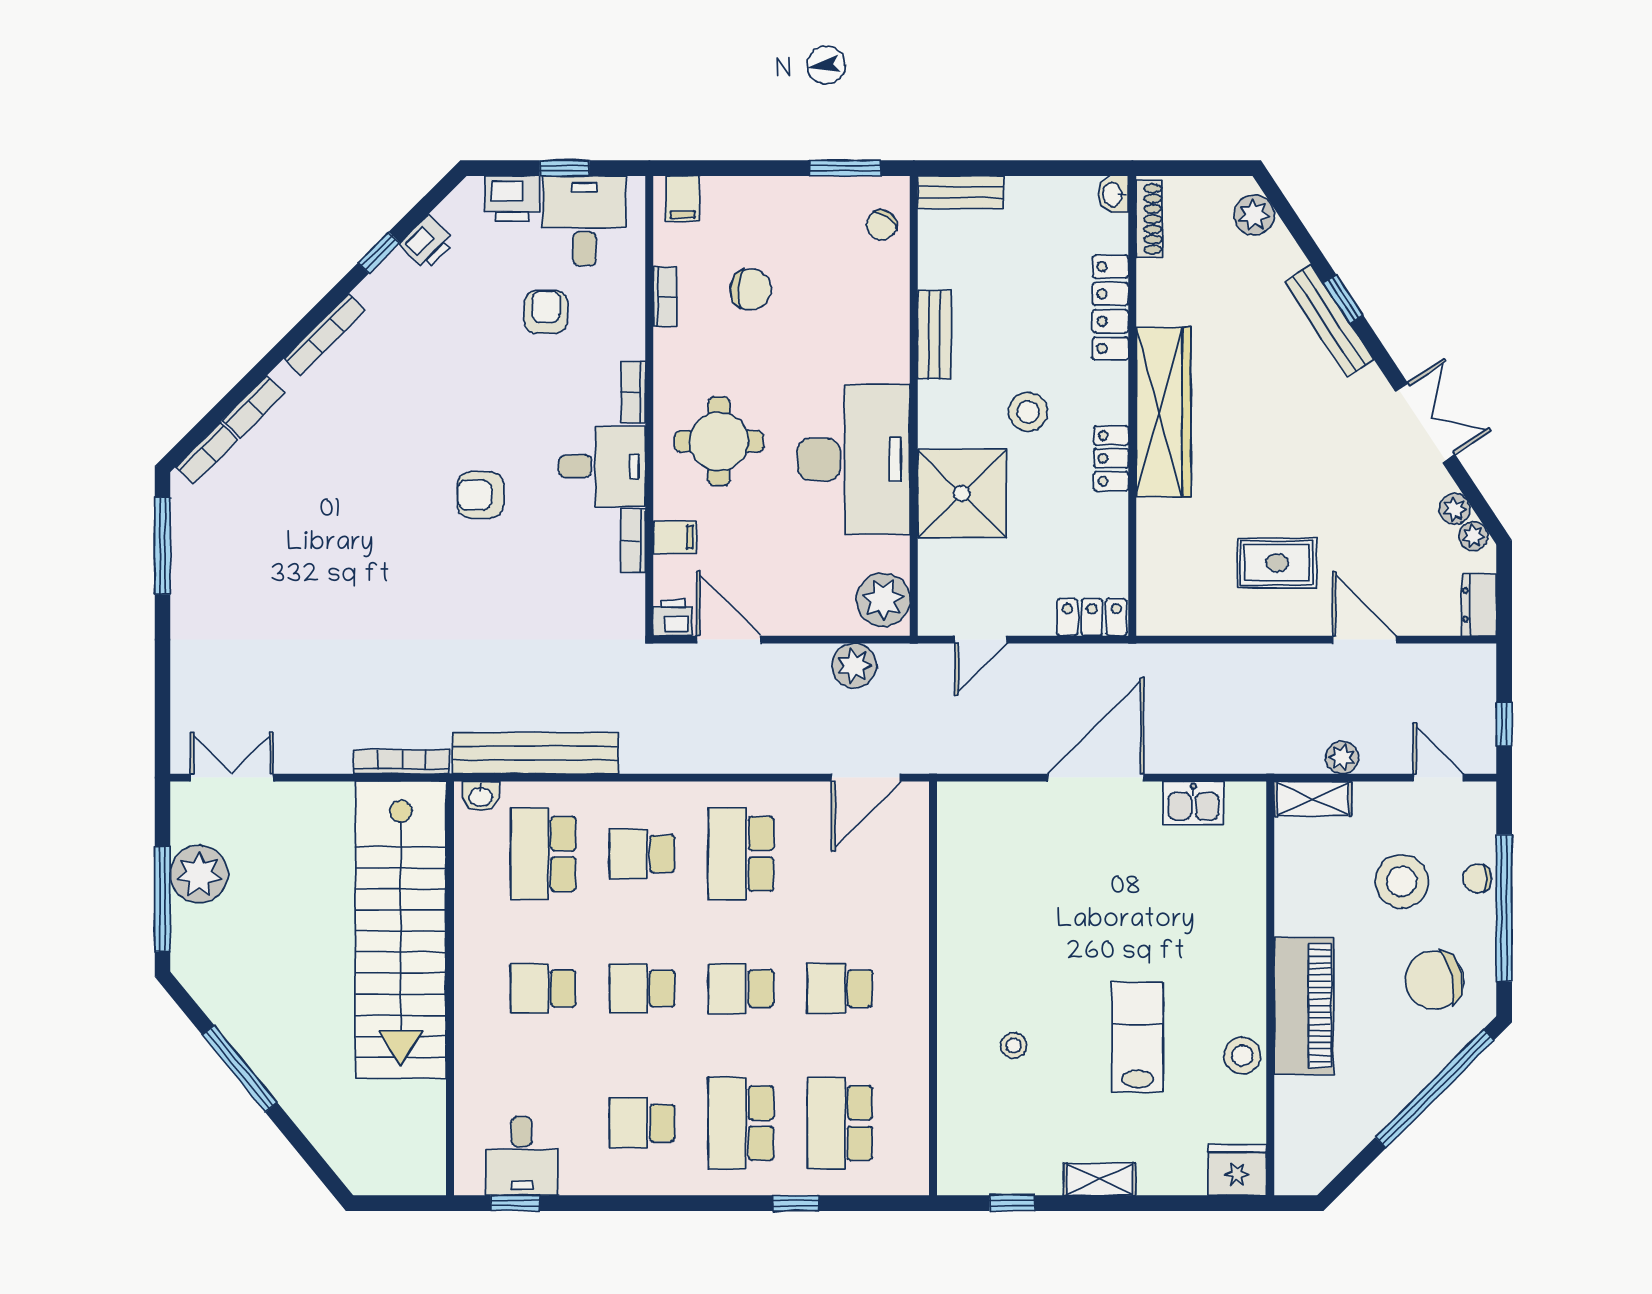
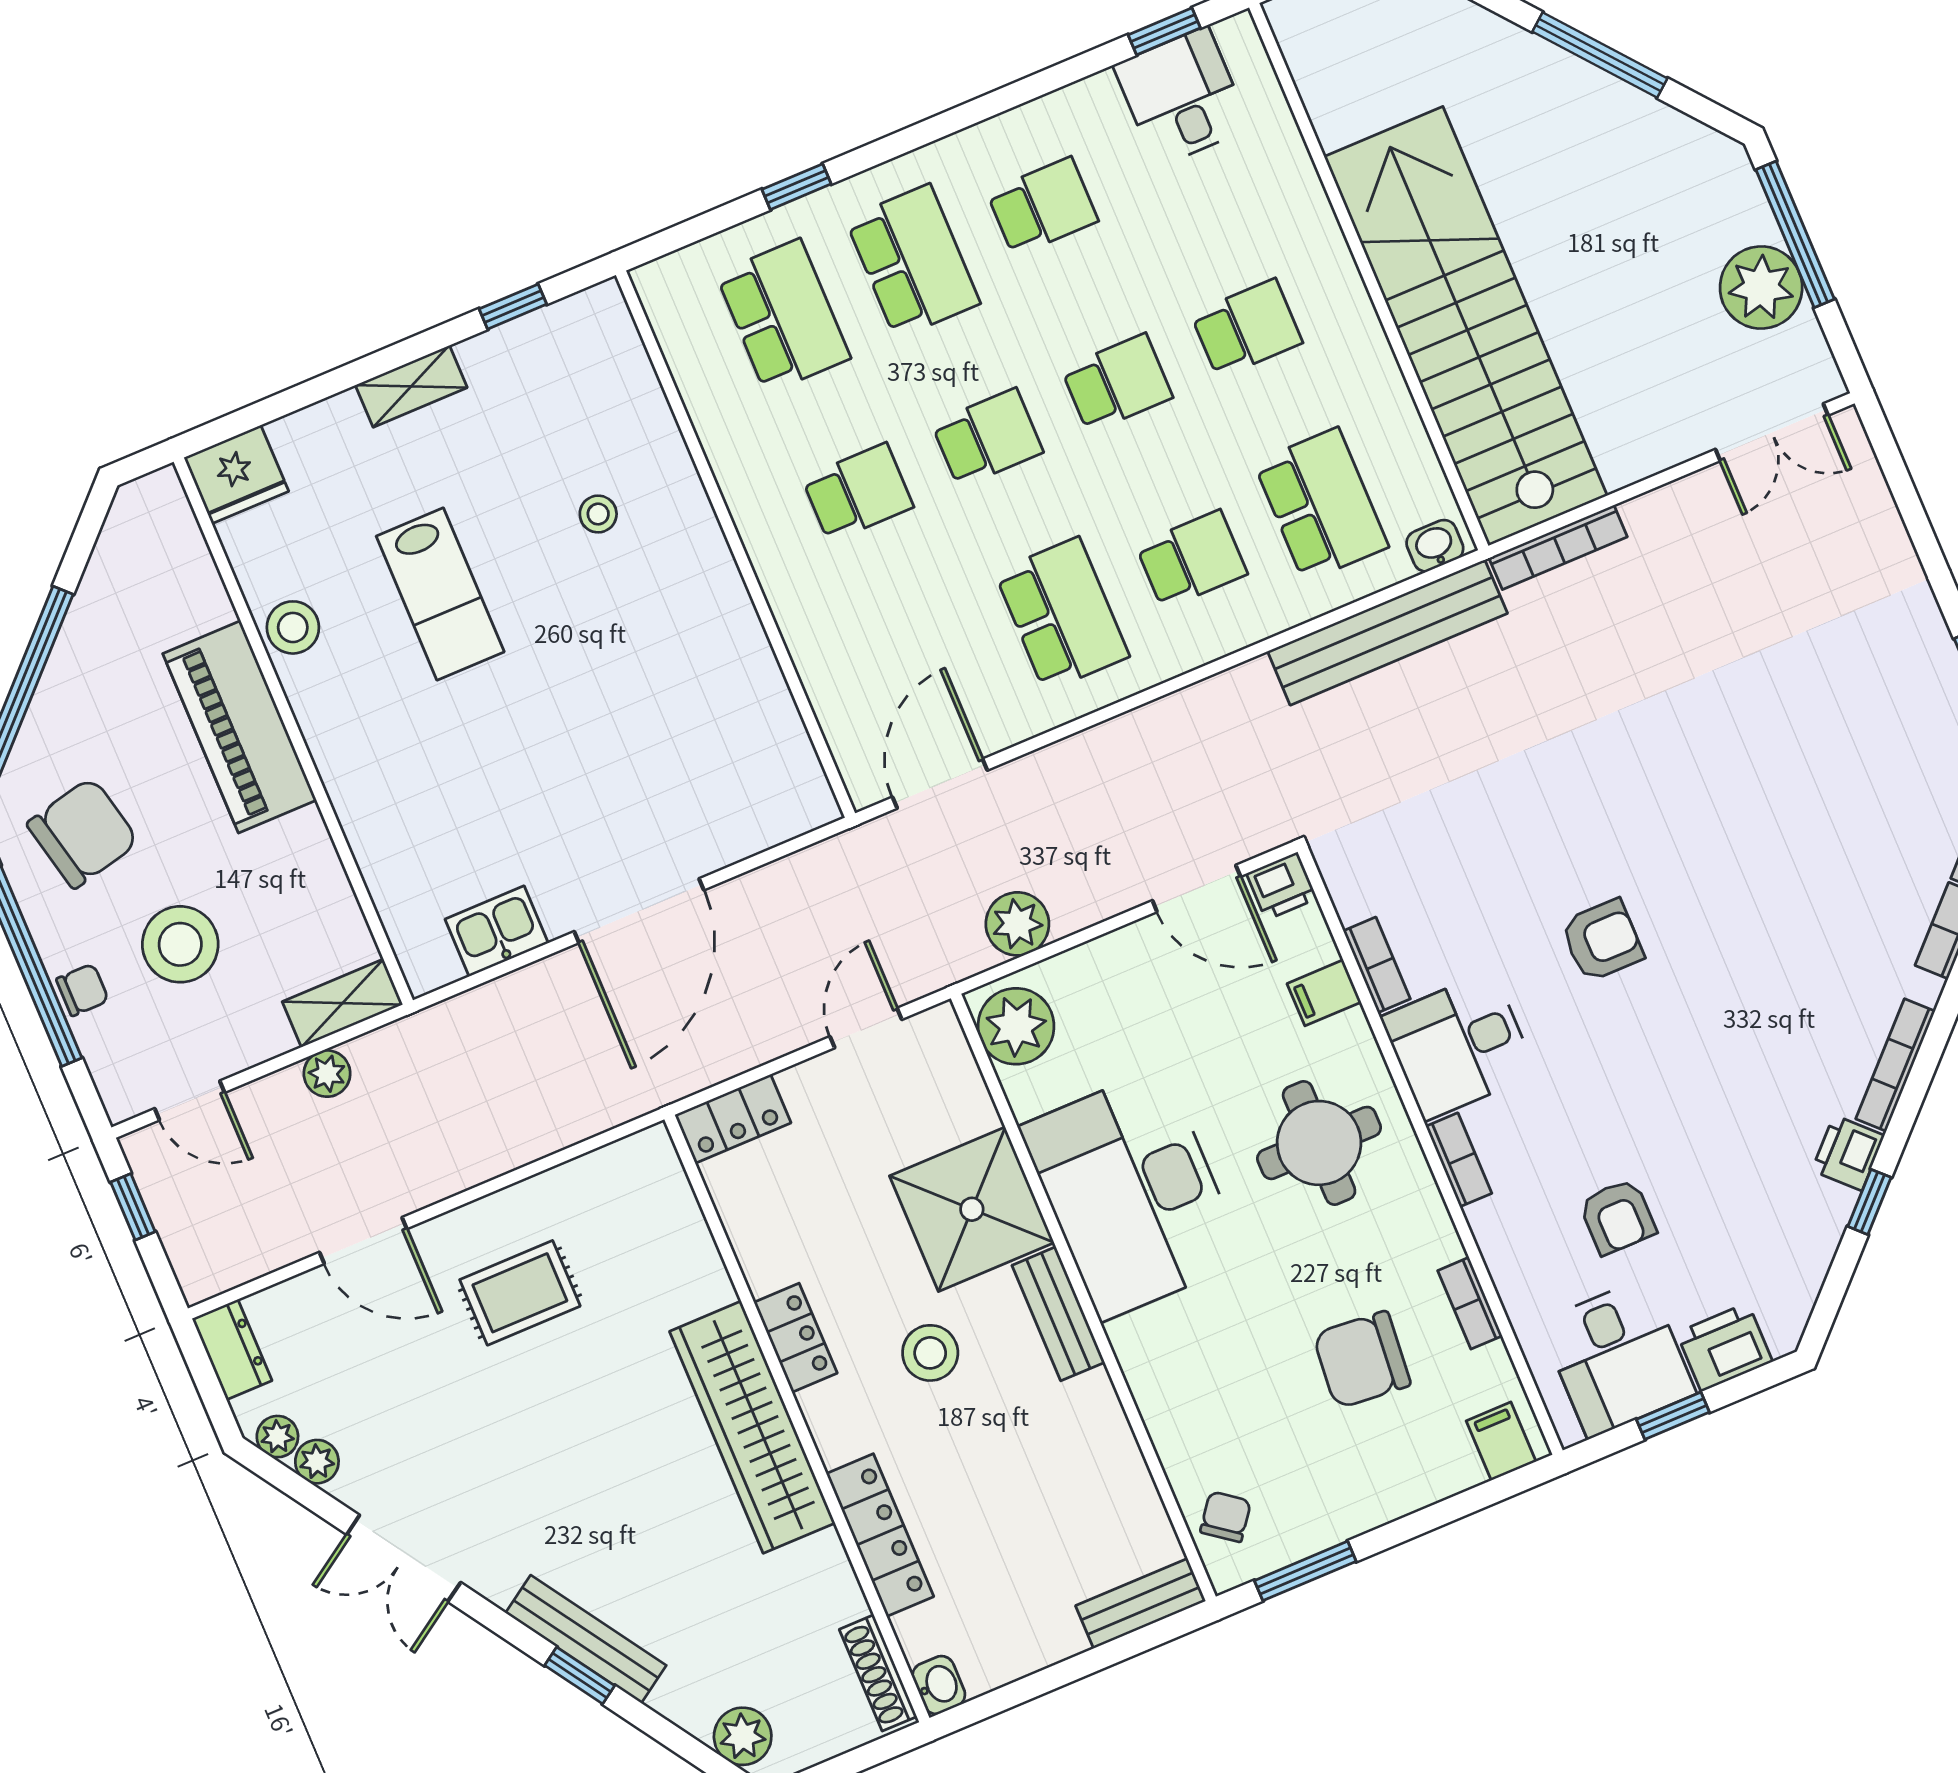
printer: (427, 243) -> (1848, 1153), moved
chair: (751, 289) -> (1362, 1360), width x1.37, depth x1.37
bench: (934, 335) -> (1058, 1314), moved

